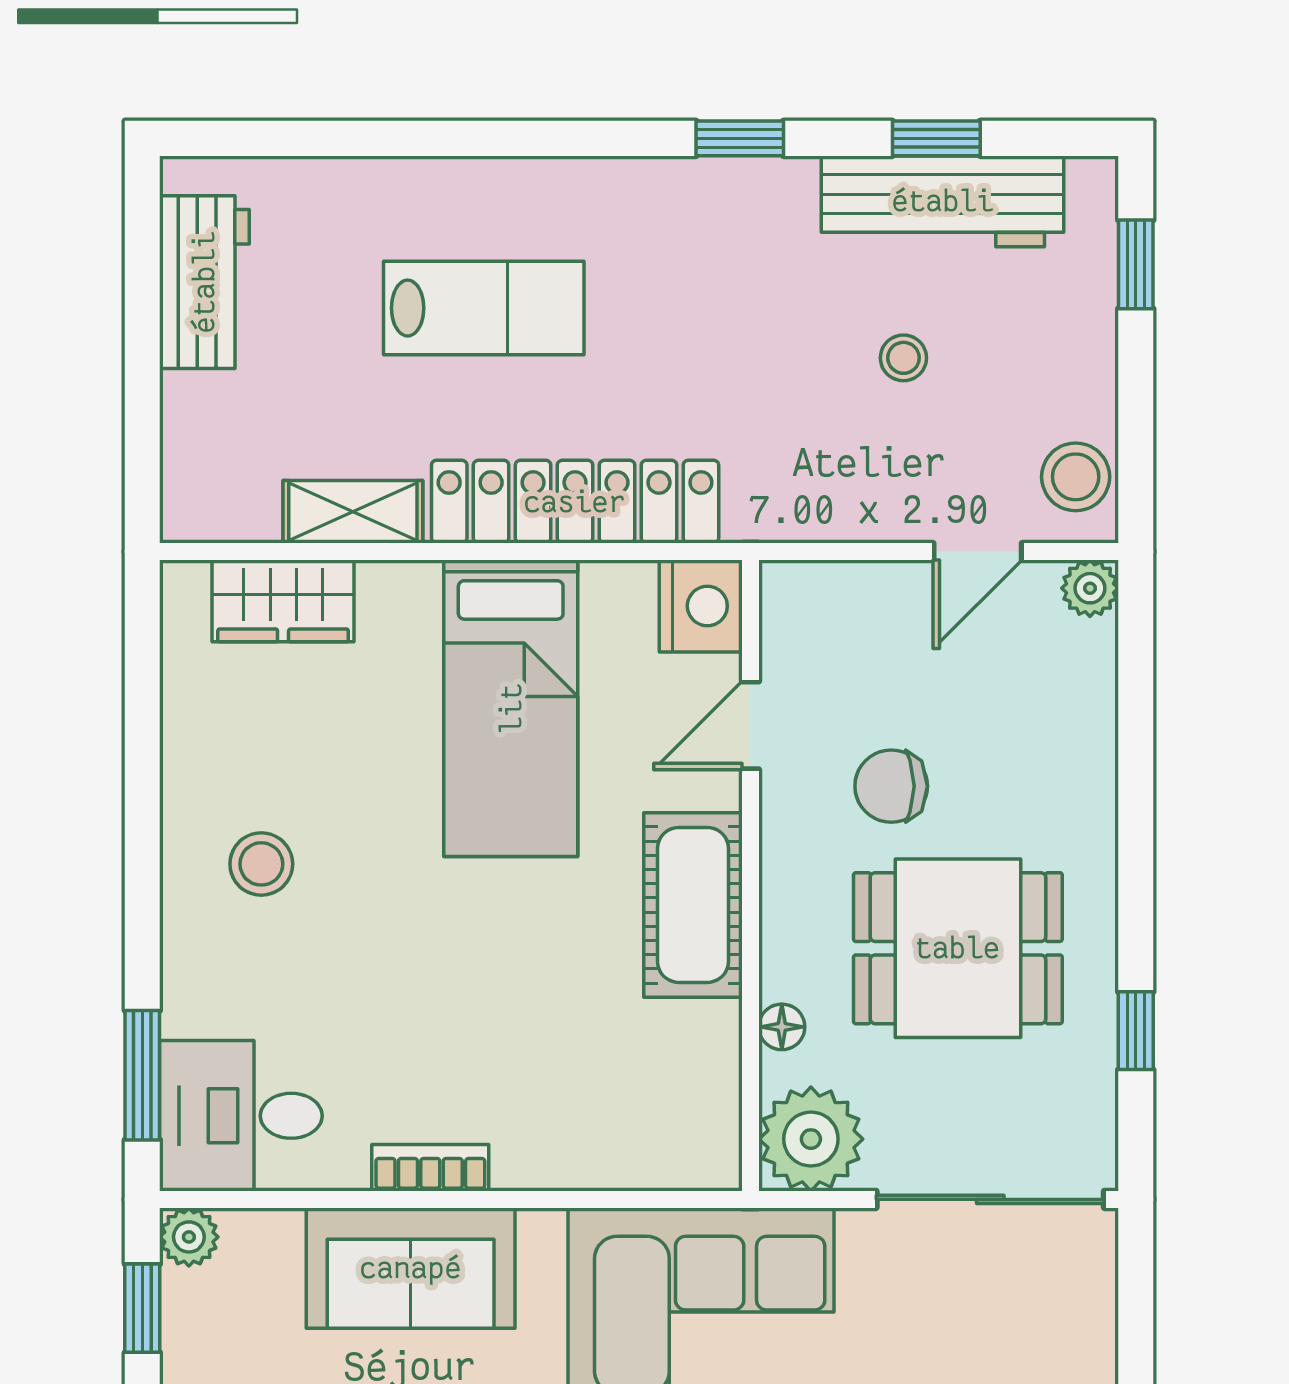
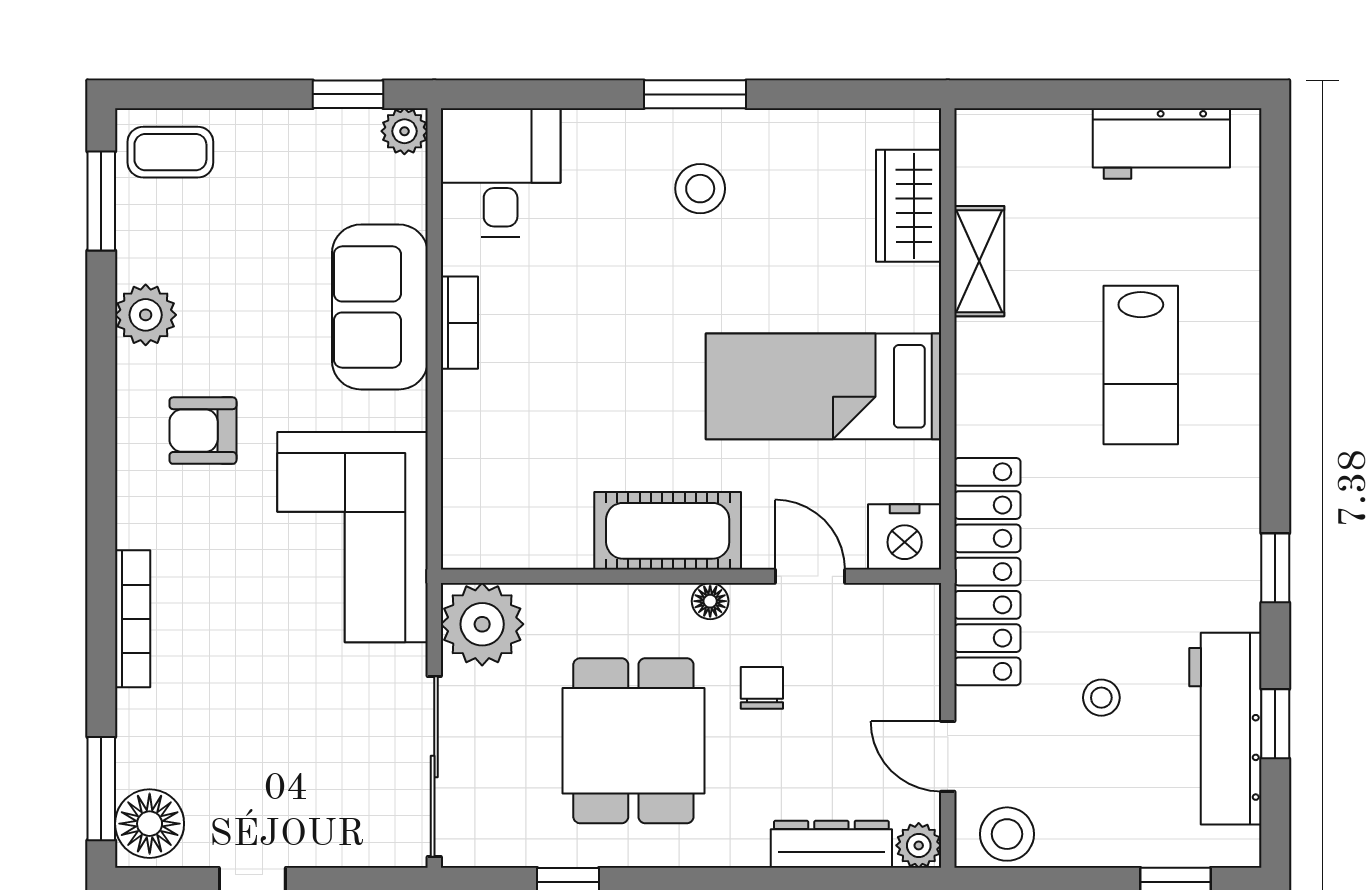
locker: (575, 502) -> (987, 572), moved
dresser: (1088, 698) -> (831, 844), added
chair: (891, 786) -> (762, 688), width x0.73, depth x0.73
floor lamp: (782, 1027) -> (710, 601), moved
window: (142, 1075) -> (695, 94), moved

